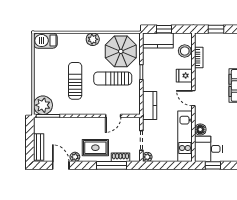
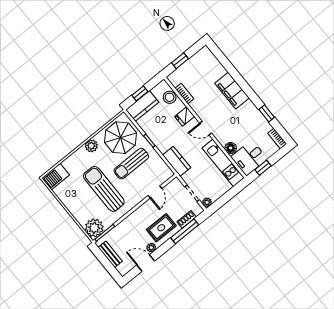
sun lounger: (75, 81) -> (104, 189), width x1.36, depth x1.34
bench: (39, 147) -> (110, 254), moved

